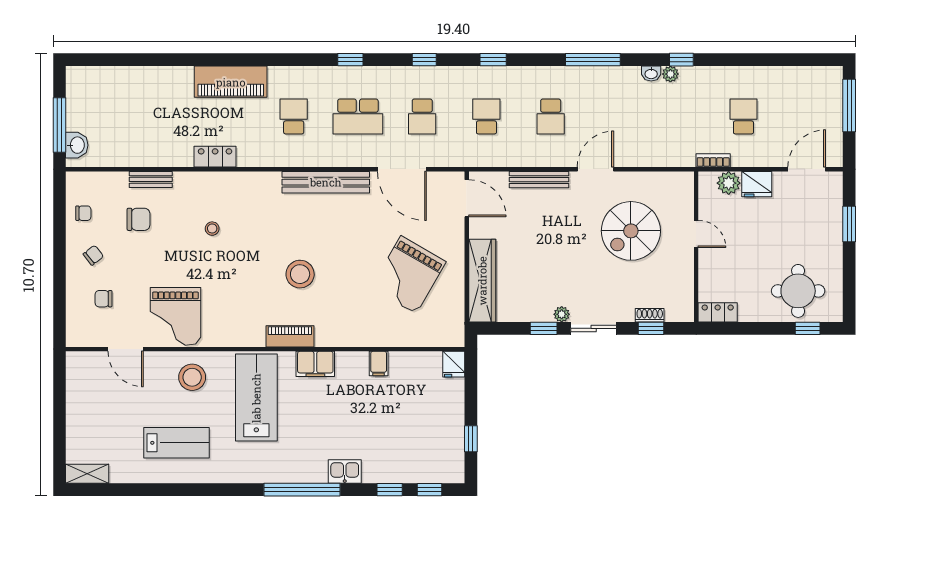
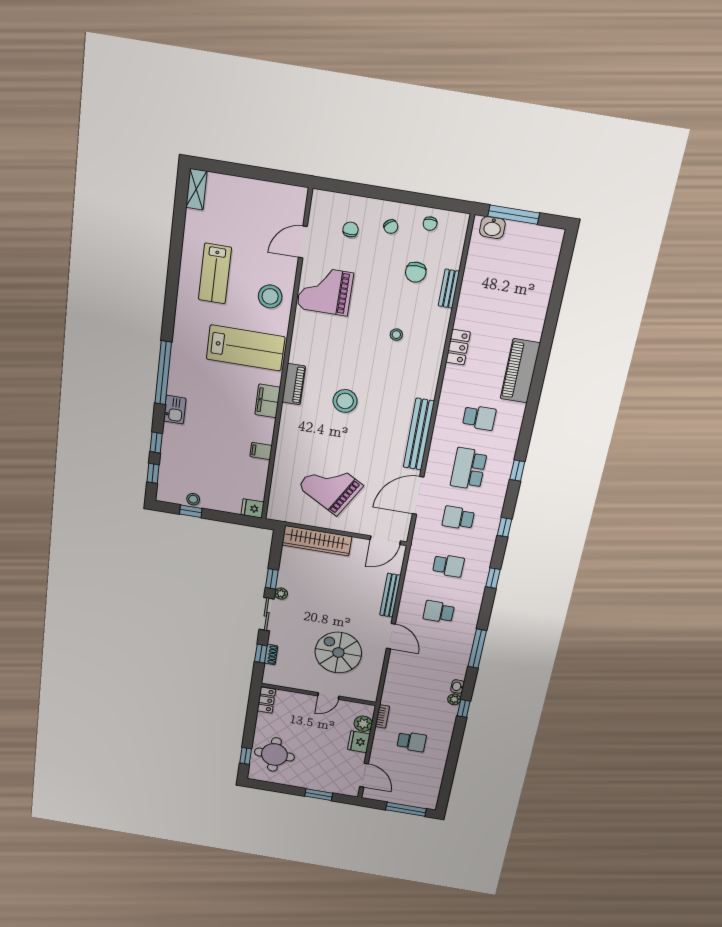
stool: (455, 438) -> (193, 499), added

